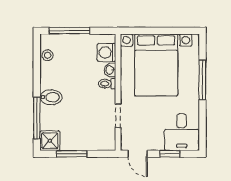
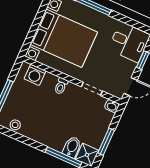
washbasin: (110, 70) -> (112, 106), moved
bidet: (51, 97) -> (72, 147), moved

